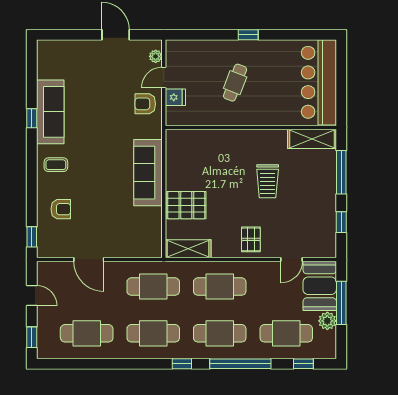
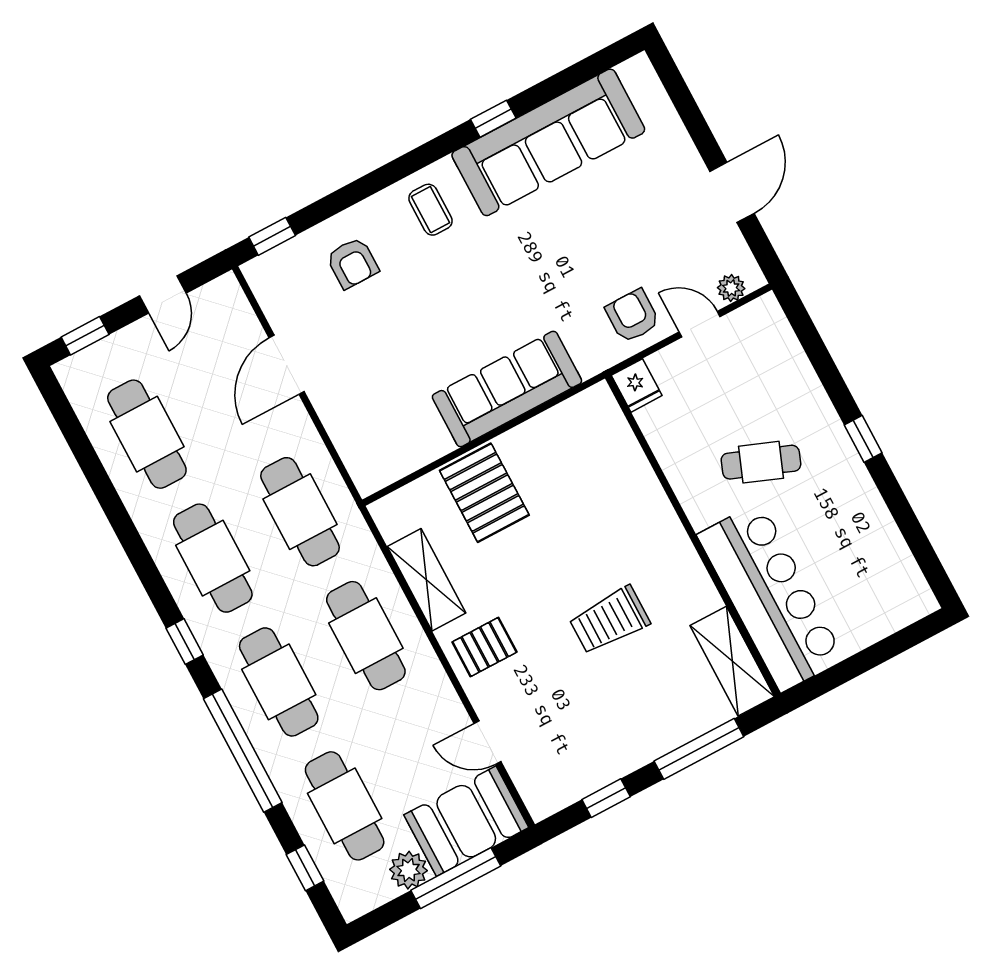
bar counter: (319, 82) -> (771, 597), moved, turned 90
fridge: (175, 97) -> (637, 385), moved
sofa: (50, 112) -> (548, 142), width x1.36, depth x1.27
shelving: (188, 249) -> (427, 580), moved

